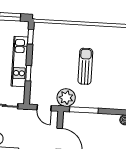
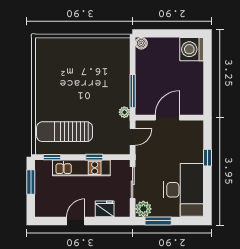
sun lounger: (85, 66) -> (65, 132), moved, width x1.36, depth x1.34
plant: (66, 98) -> (124, 112), width x0.53, depth x0.53

